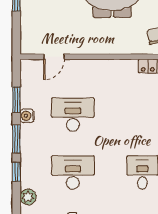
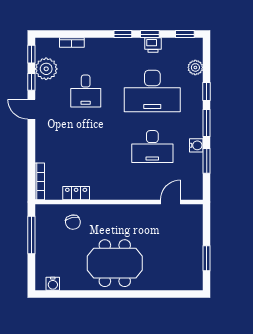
desk: (73, 173) -> (152, 91), width x1.36, depth x1.30

